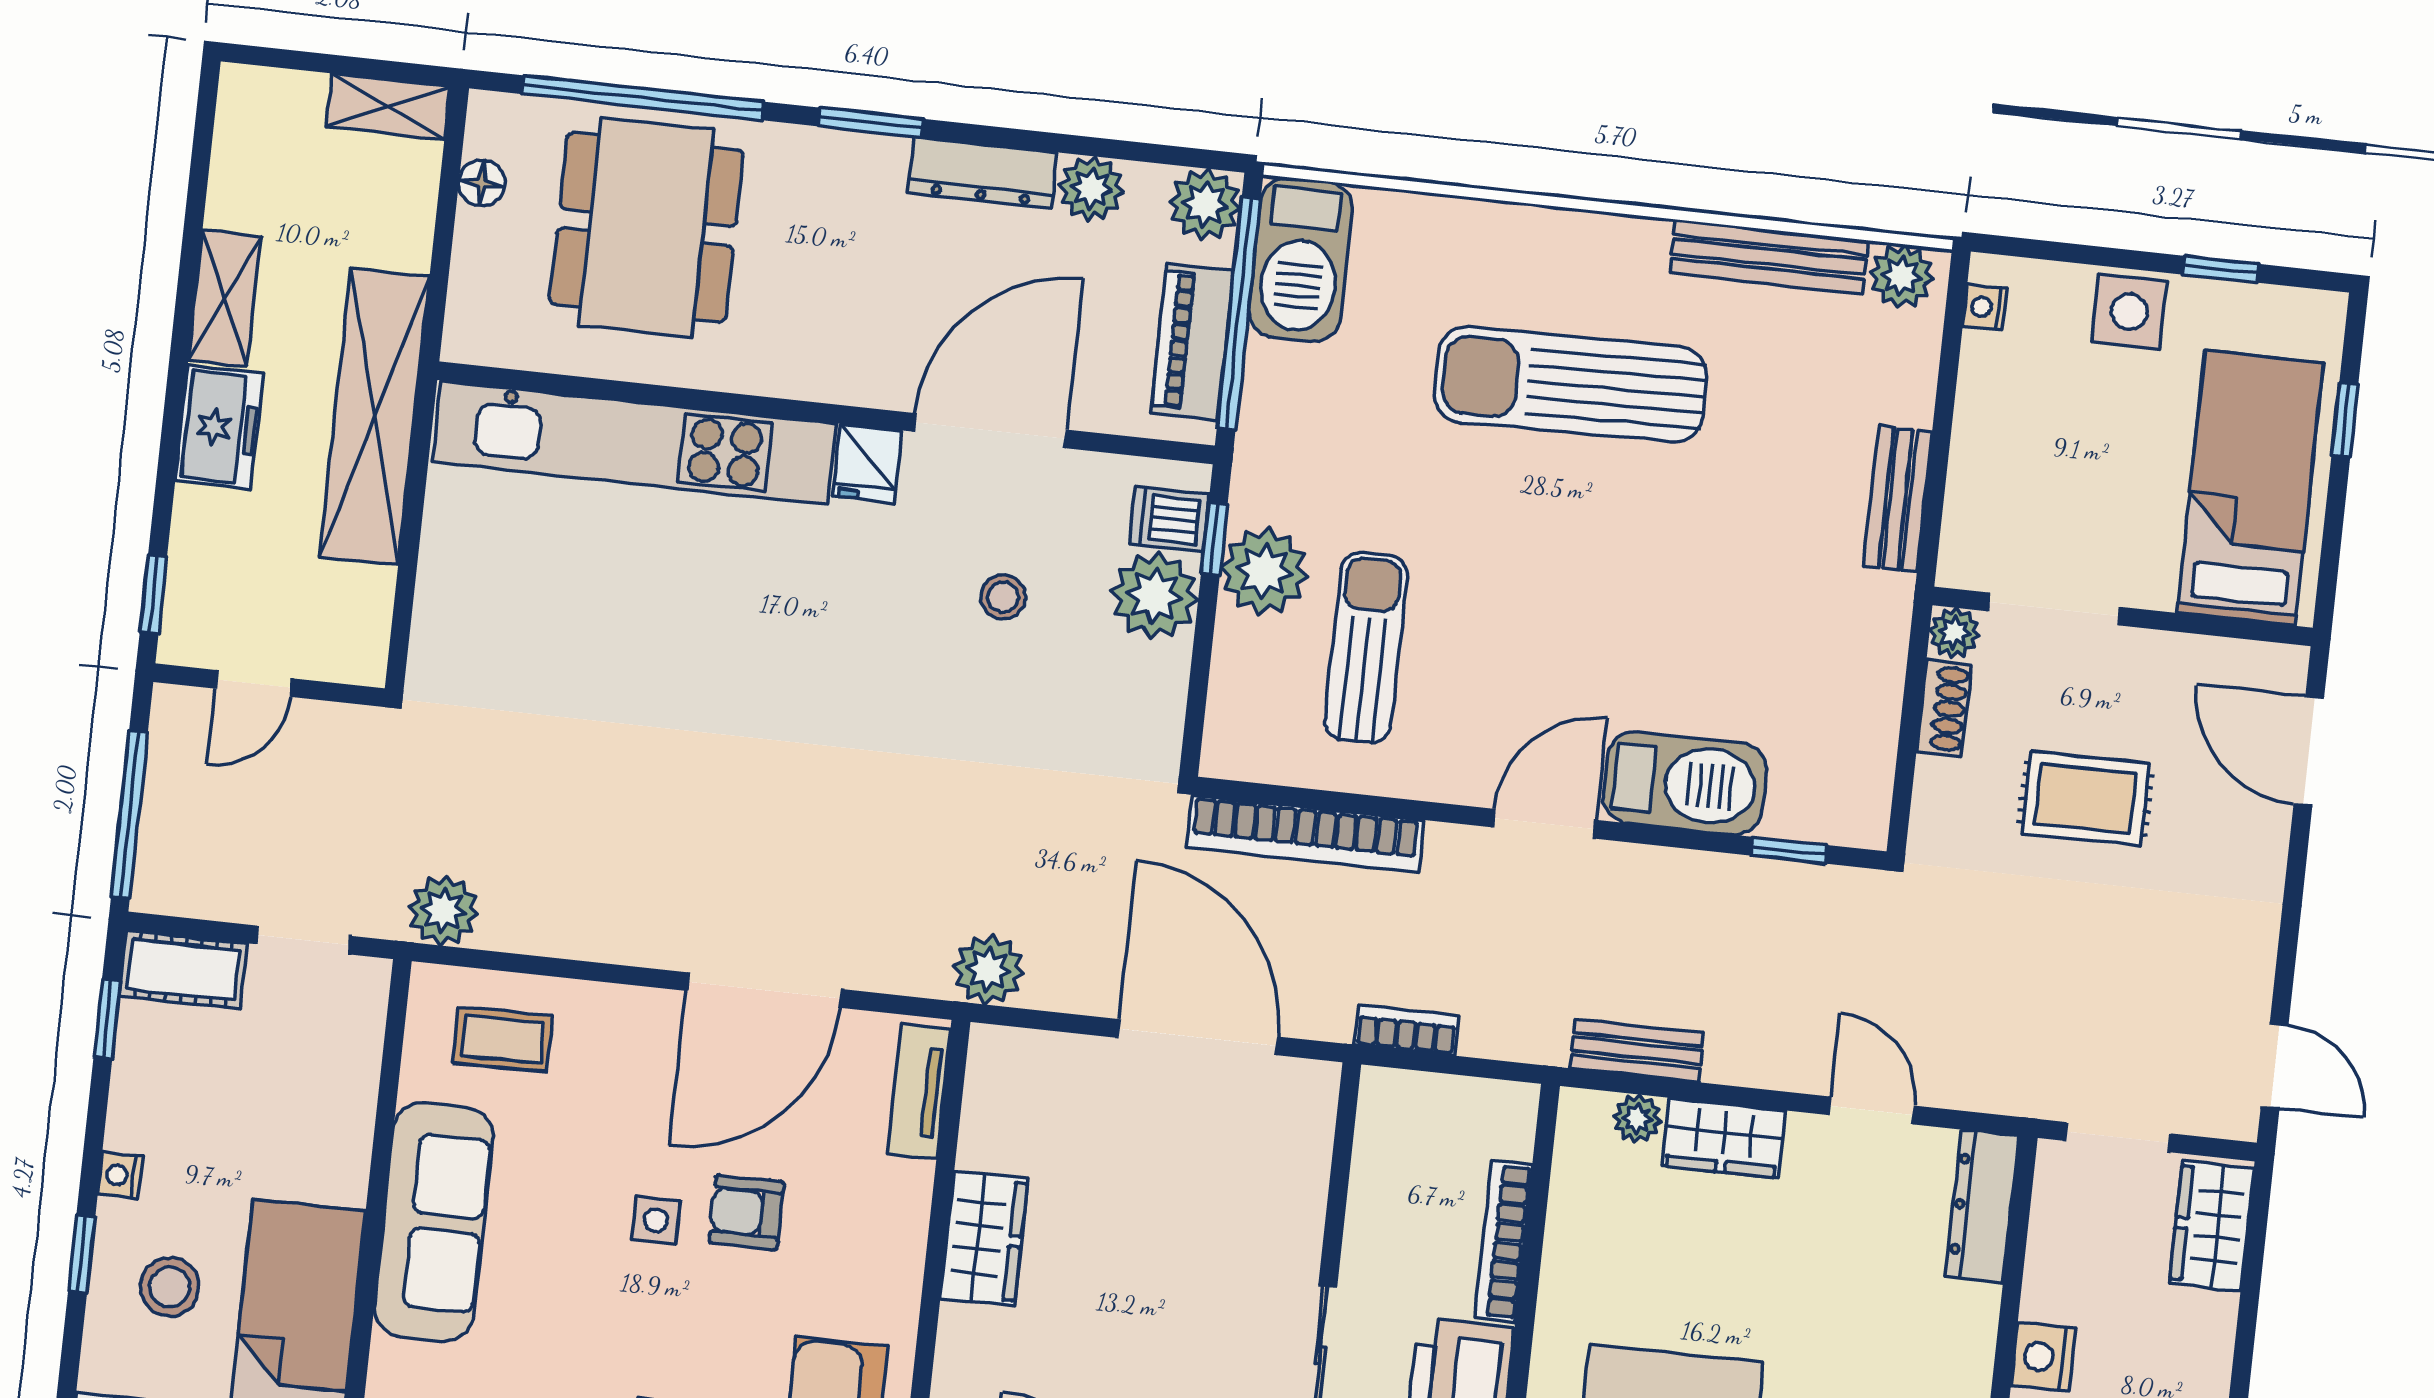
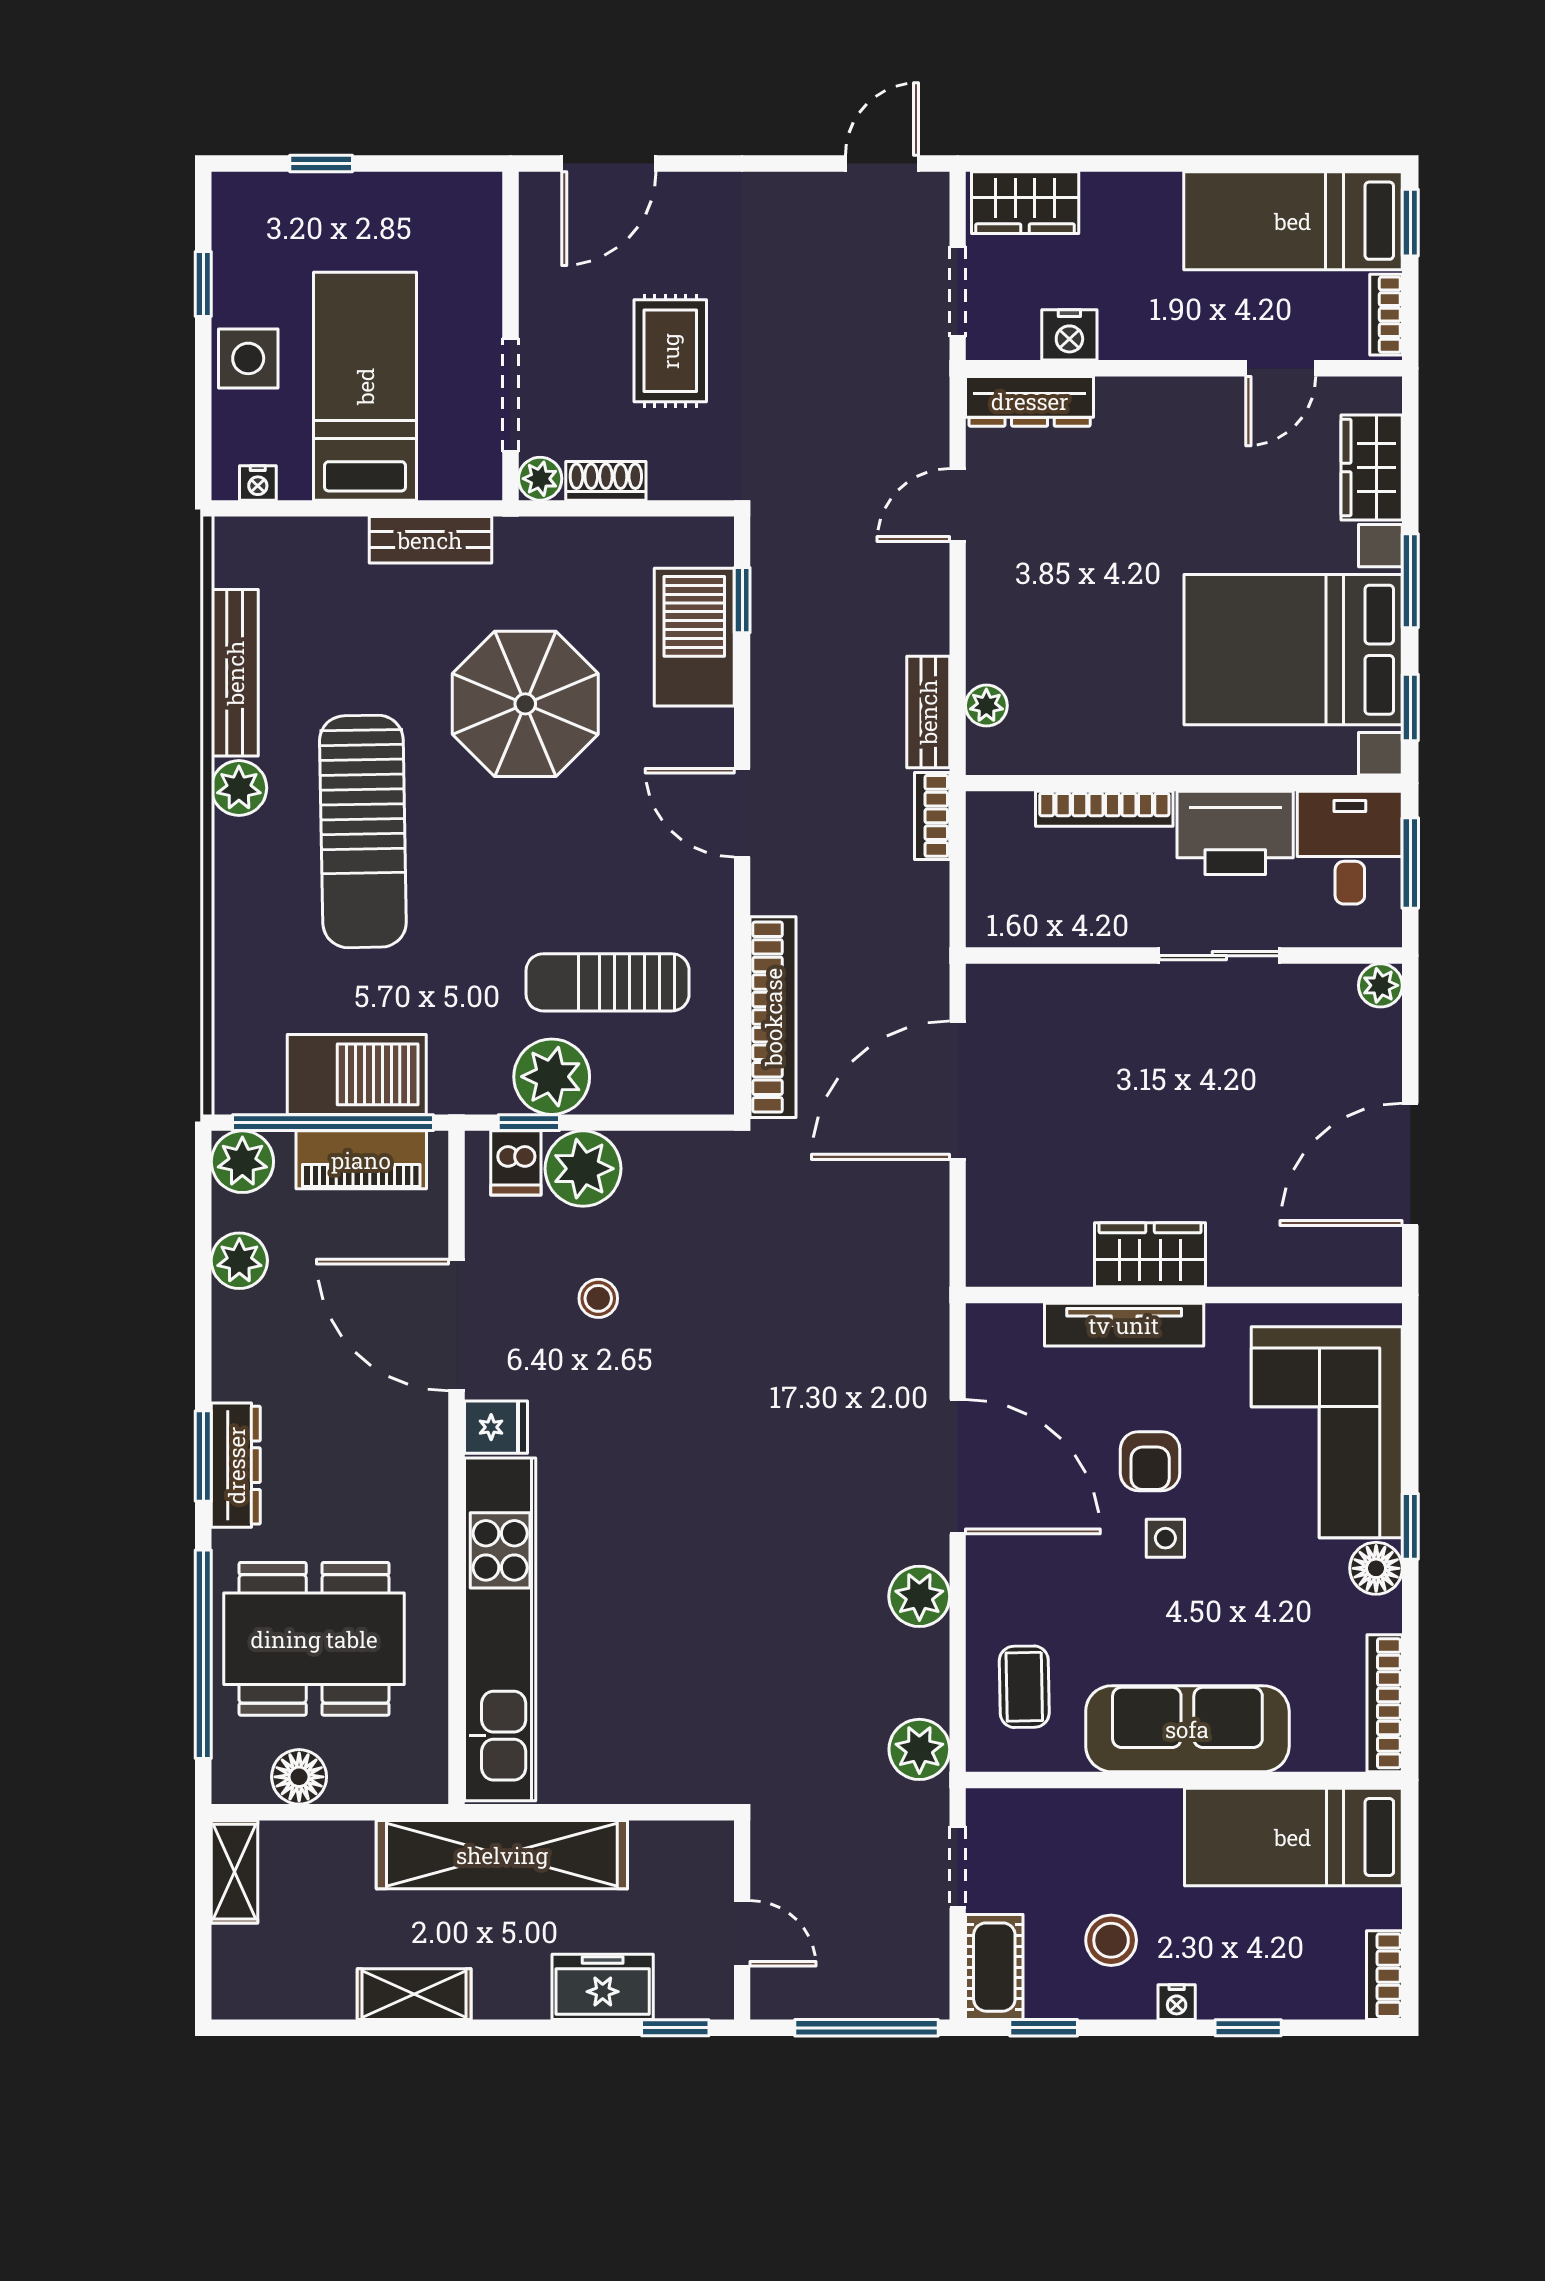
dresser: (983, 173) -> (236, 1465), moved
floor lamp: (482, 183) -> (299, 1777), width x1.37, depth x1.37
barbecue: (1301, 260) -> (357, 1074), moved
plant: (1901, 276) -> (239, 788), moved
freezer: (219, 427) -> (603, 1987), moved
bed: (2250, 488) -> (365, 386), moved, turned 90
parasol: (1697, 588) -> (525, 704), added
barbecue: (1685, 783) -> (694, 637), moved
plant: (989, 970) -> (919, 1596), moved
bookcase: (1407, 1030) -> (932, 816), moved
tv unit: (919, 1091) -> (1124, 1325), moved, width x1.41
wardrobe: (1724, 1138) -> (995, 630), removed
stool: (170, 1287) -> (1111, 1940), moved
nightstand: (2043, 1357) -> (1069, 335), moved

